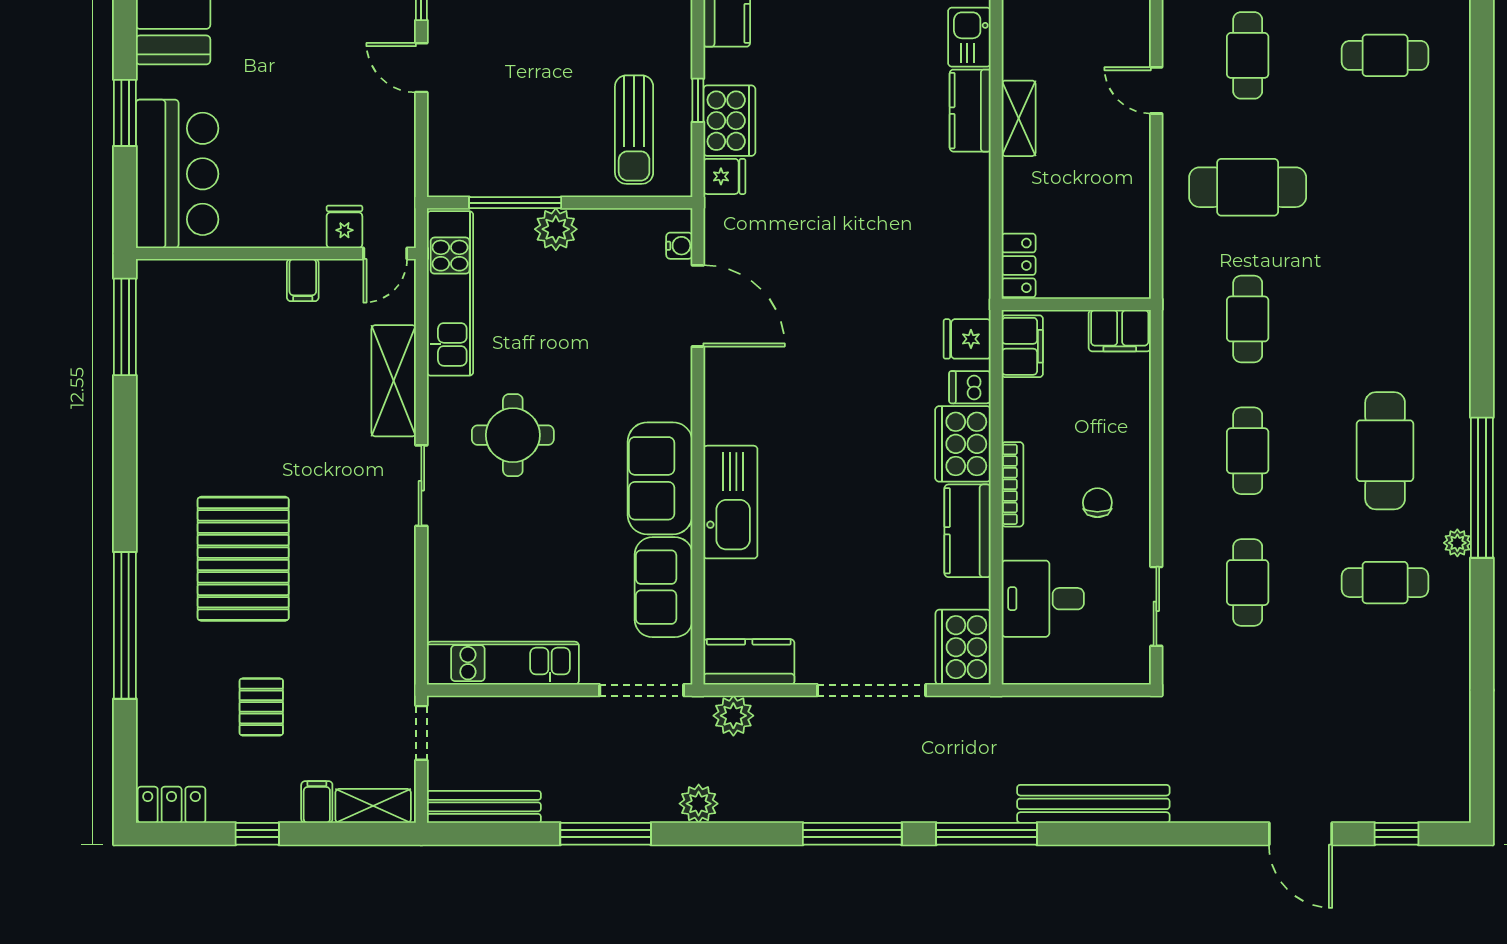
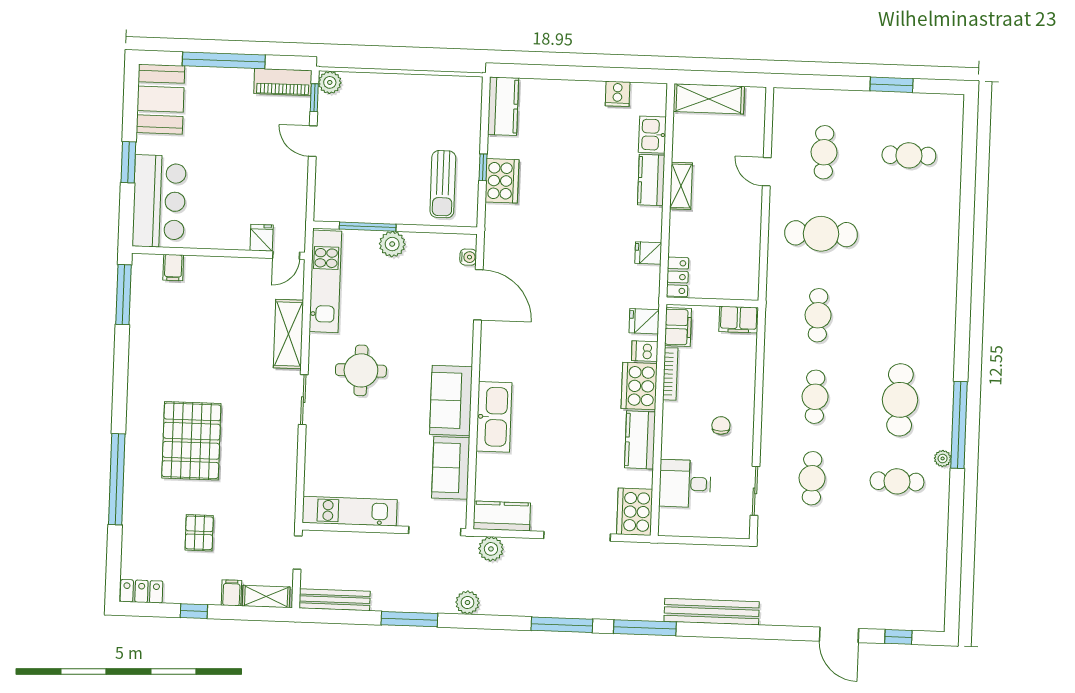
fridge: (724, 176) -> (648, 253), moved, turned 180
filing cabinet: (303, 280) -> (173, 268), moved
bookcase: (1012, 484) -> (670, 374), moved

